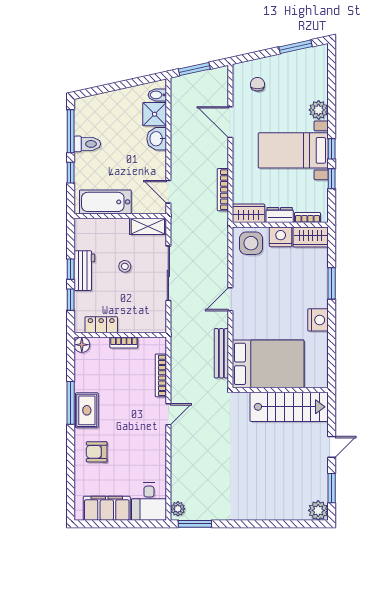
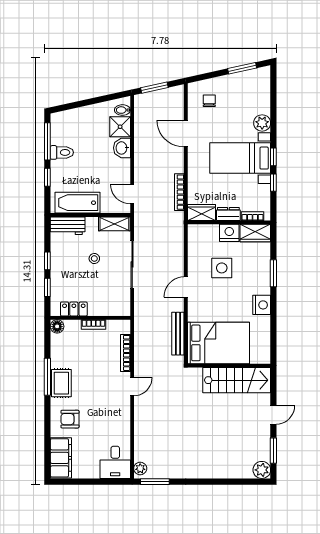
side table: (251, 243) -> (222, 268), moved
workbench: (84, 271) -> (68, 226), moved, turned 90
filing cabinet: (107, 508) -> (61, 458), moved, turned 90

